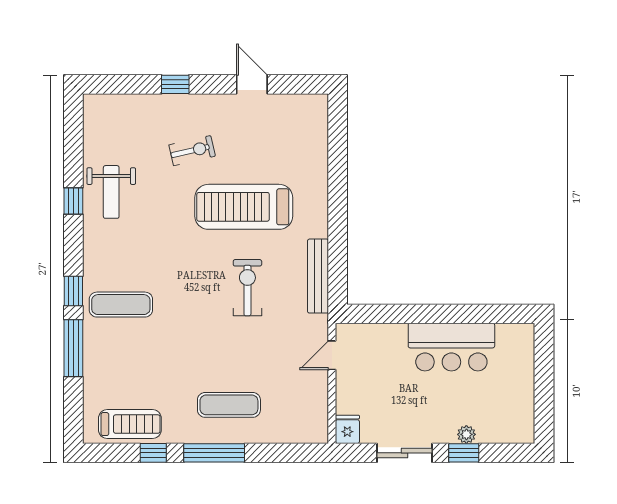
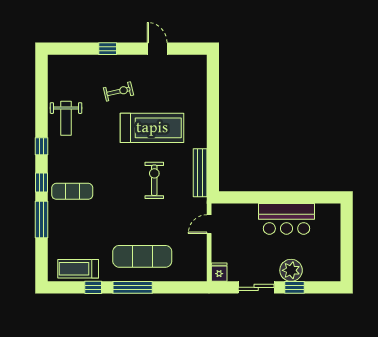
window: (73, 201) -> (42, 146), moved
treadmill: (244, 207) -> (152, 128), turned 180
exercise mat: (229, 405) -> (142, 256), width x1.36, depth x1.45
treadmill: (130, 424) -> (78, 269), turned 180
plant: (466, 434) -> (291, 270), width x1.88, depth x1.88

